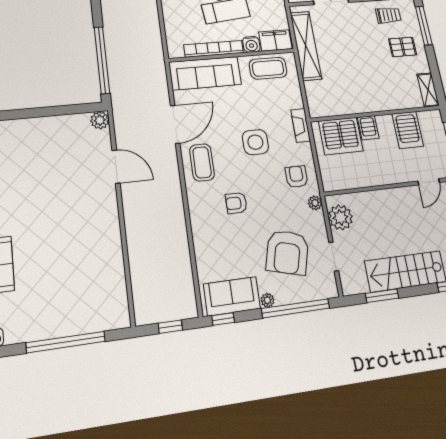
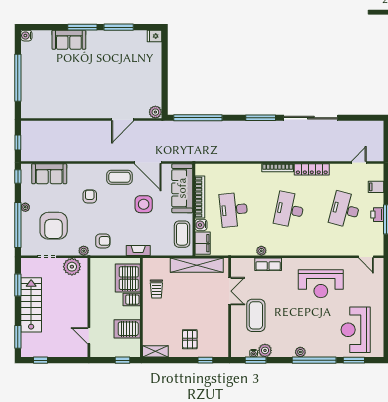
trolley: (388, 15) -> (156, 289), moved
window: (424, 26) -> (205, 360), width x0.46
side table: (255, 142) -> (144, 204), moved
armchair: (287, 252) -> (54, 226), turned -105
sofa: (232, 296) -> (49, 174), moved, turned 90

